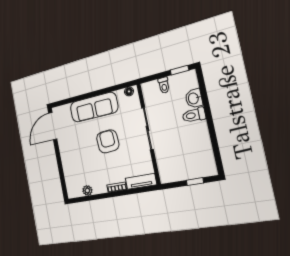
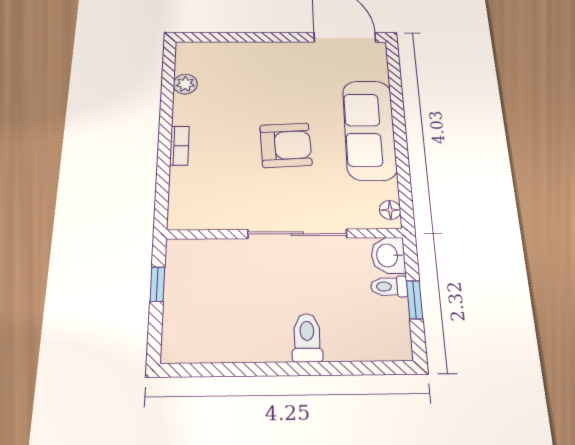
window: (180, 70) -> (415, 300), moved
washbasin: (194, 98) -> (388, 255), moved, turned -90
tv unit: (141, 181) -> (181, 198), removed
window: (195, 182) -> (157, 284), moved

